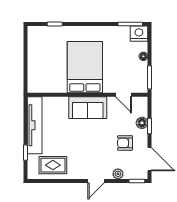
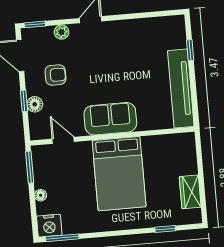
wardrobe: (34, 49) -> (190, 192), added
rug: (53, 165) -> (151, 36), removed

